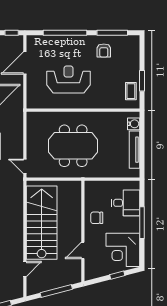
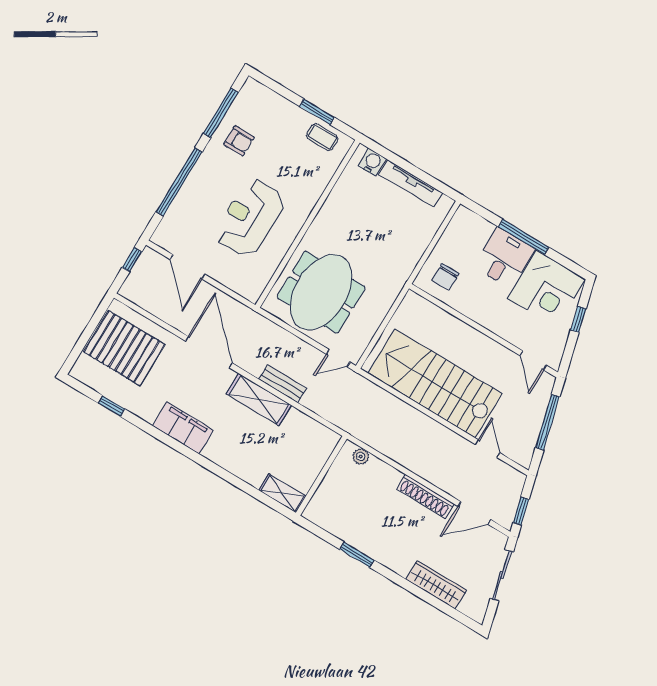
meeting table: (73, 146) -> (321, 292), moved
desk: (126, 203) -> (504, 258), moved
chair: (97, 218) -> (445, 277), moved
door: (83, 250) -> (533, 360), moved

